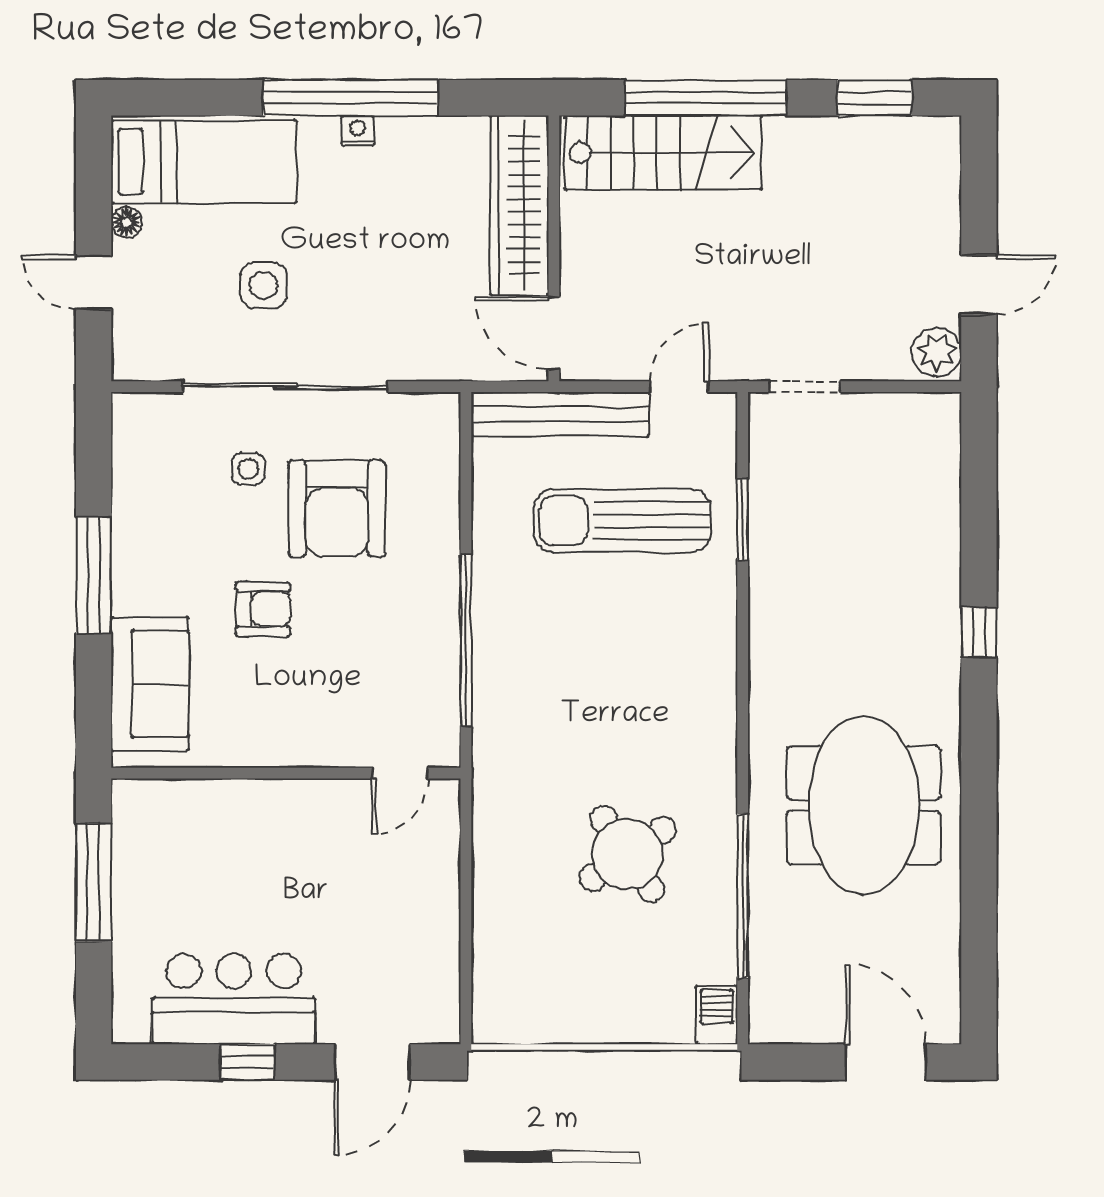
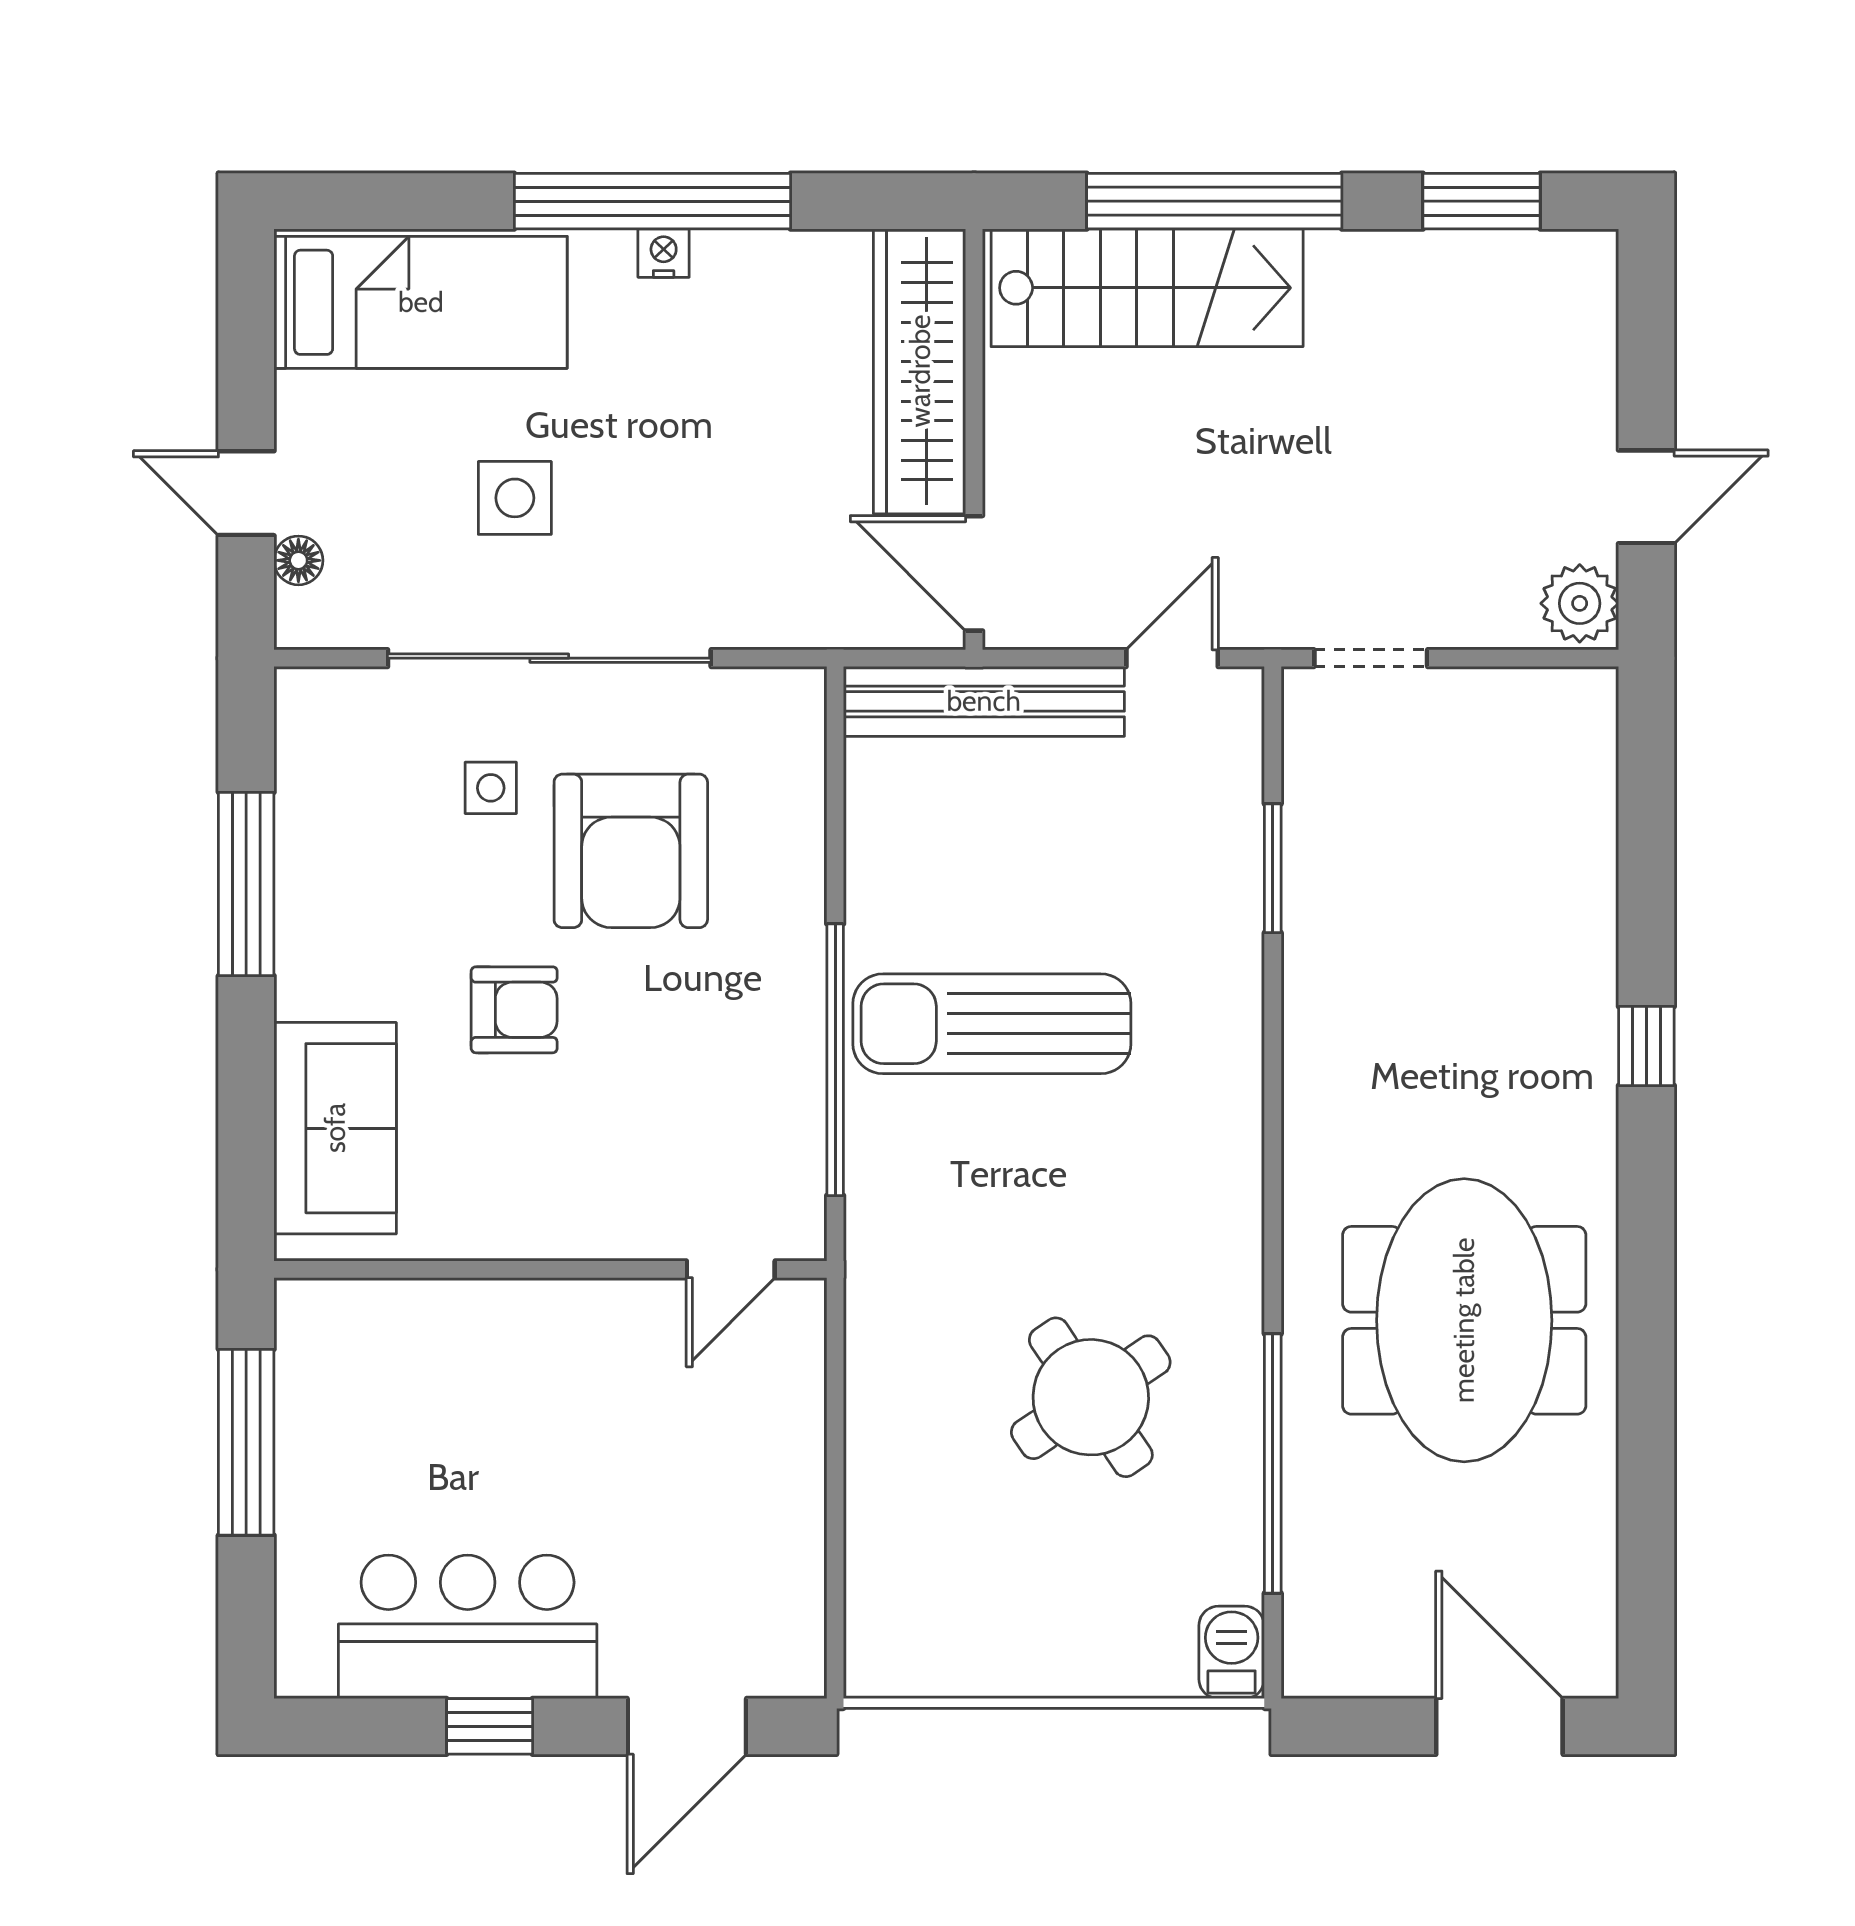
floor lamp: (127, 222) -> (298, 560), moved
sun lounger: (622, 521) -> (992, 1024), moved
window: (94, 575) -> (246, 884), moved

